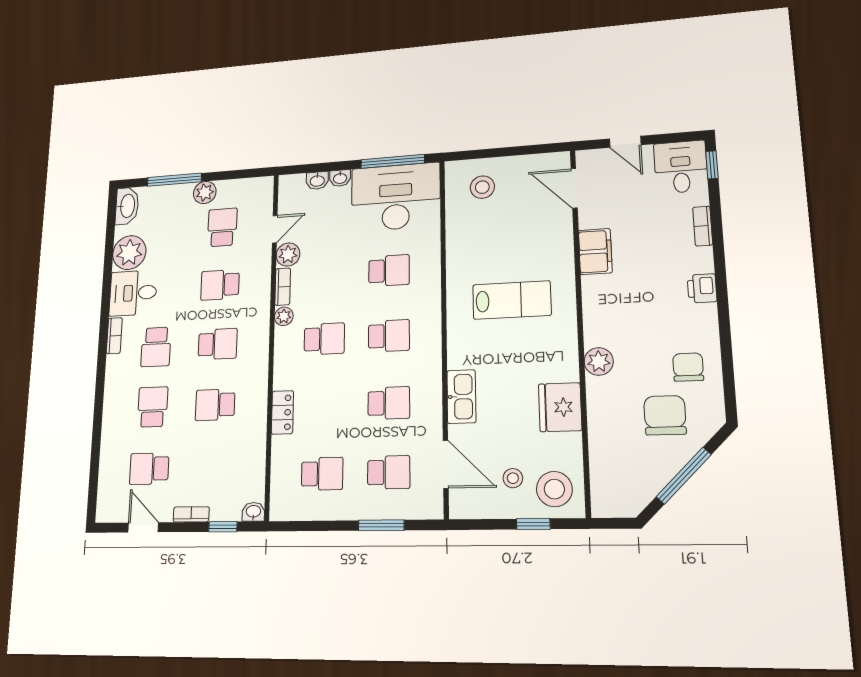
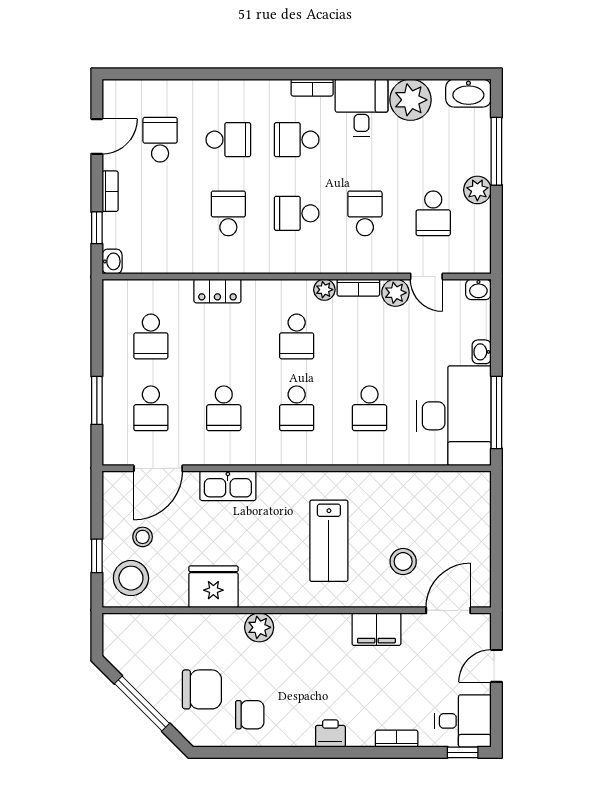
washbasin: (317, 181) -> (478, 289), moved, turned -90
stool: (482, 187) -> (403, 561), moved
school desk: (222, 227) -> (433, 213), turned 90
school desk: (218, 344) -> (297, 213), turned 90

